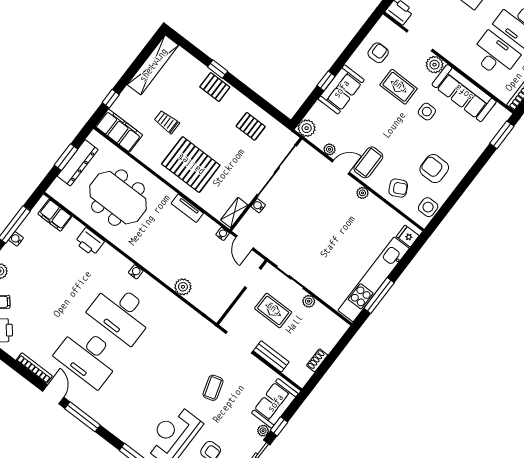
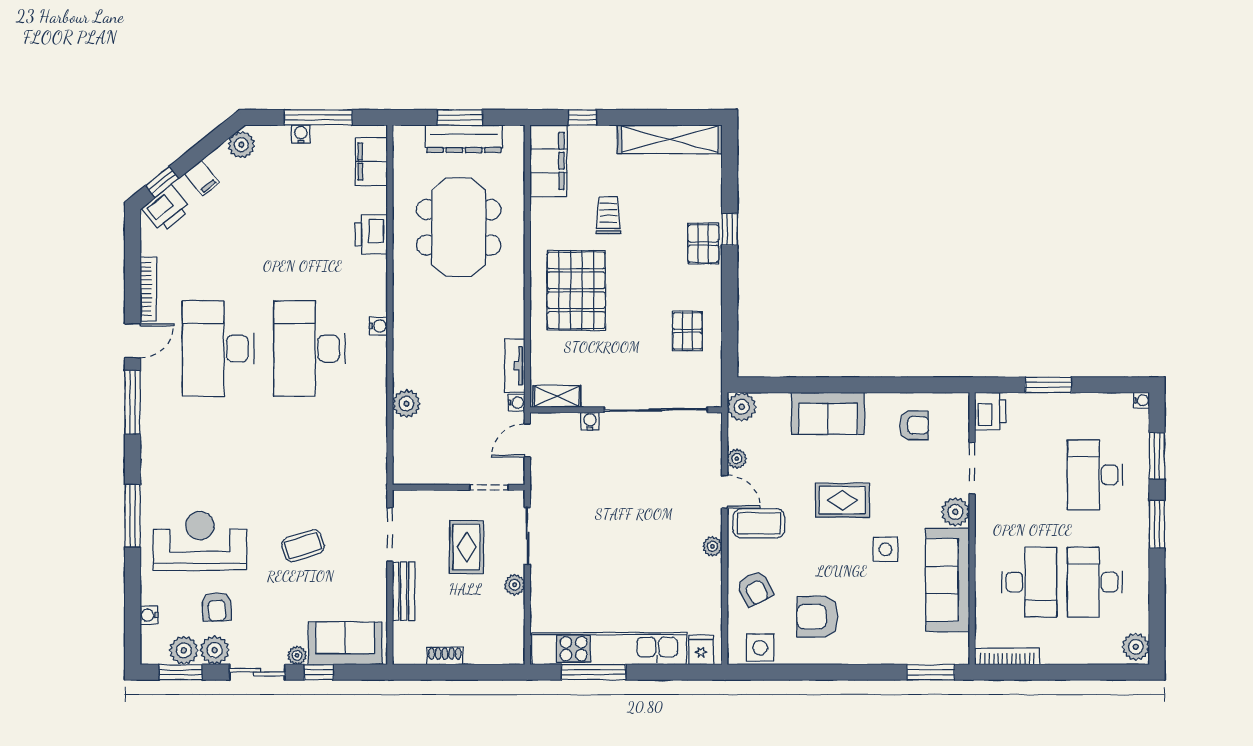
window: (326, 81) -> (824, 385), removed
rug: (399, 87) -> (842, 500), moved, turned 90
armchair: (434, 169) -> (817, 617), turned -90
tv unit: (187, 208) -> (515, 366), moved

